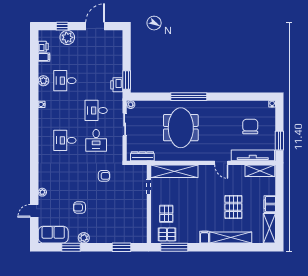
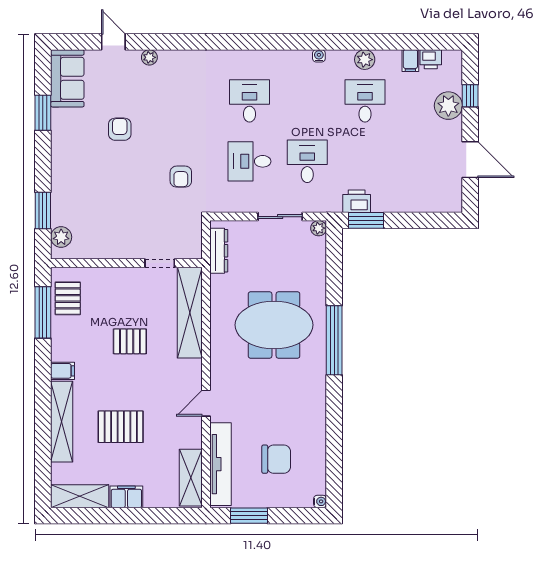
pallet: (166, 214) -> (130, 341), moved
plant: (84, 238) -> (61, 237), moved

